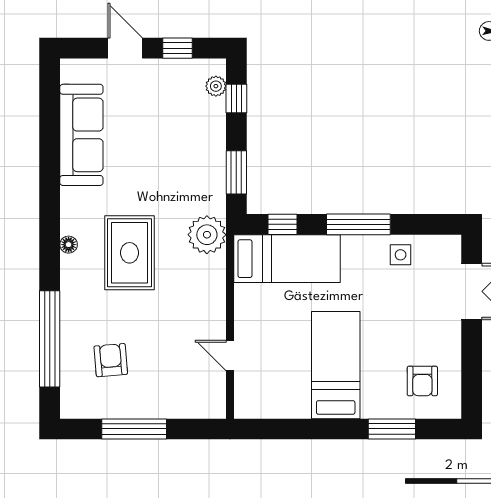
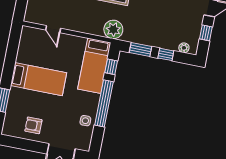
window: (236, 98) -> (166, 54), moved
window: (358, 224) -> (104, 103), width x1.46
door: (230, 355) -> (53, 29), swing flipped
armchair: (422, 381) -> (33, 125), moved

